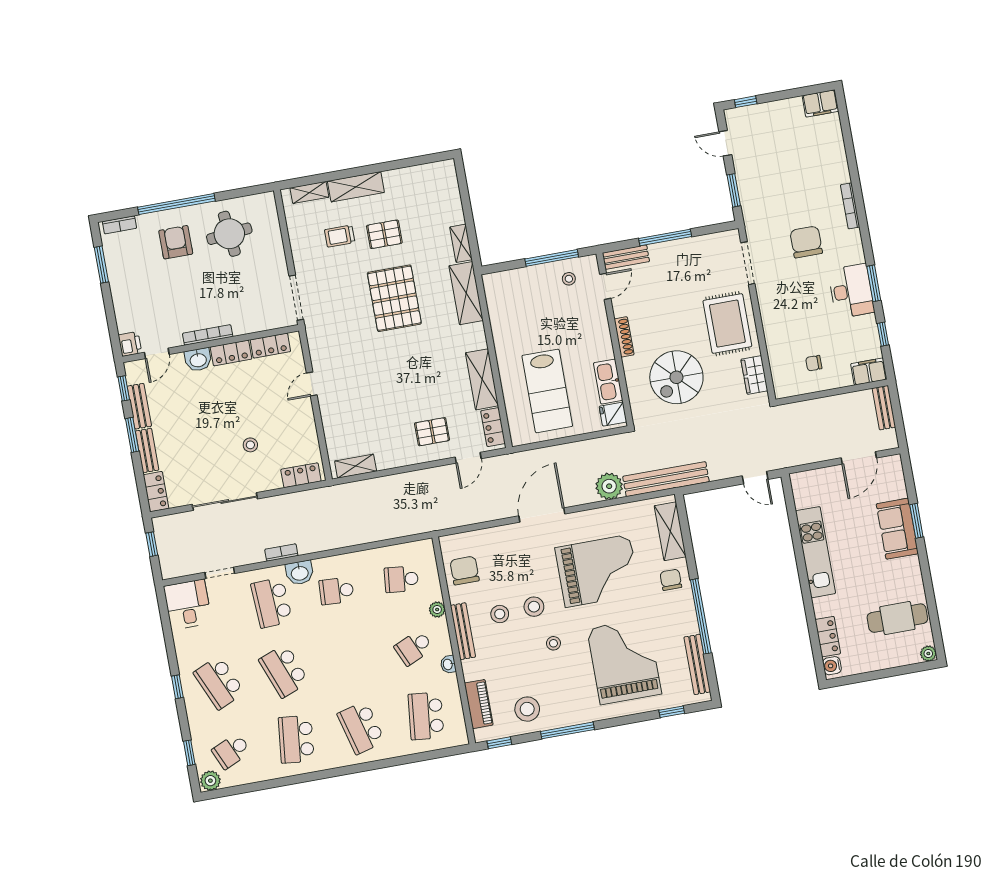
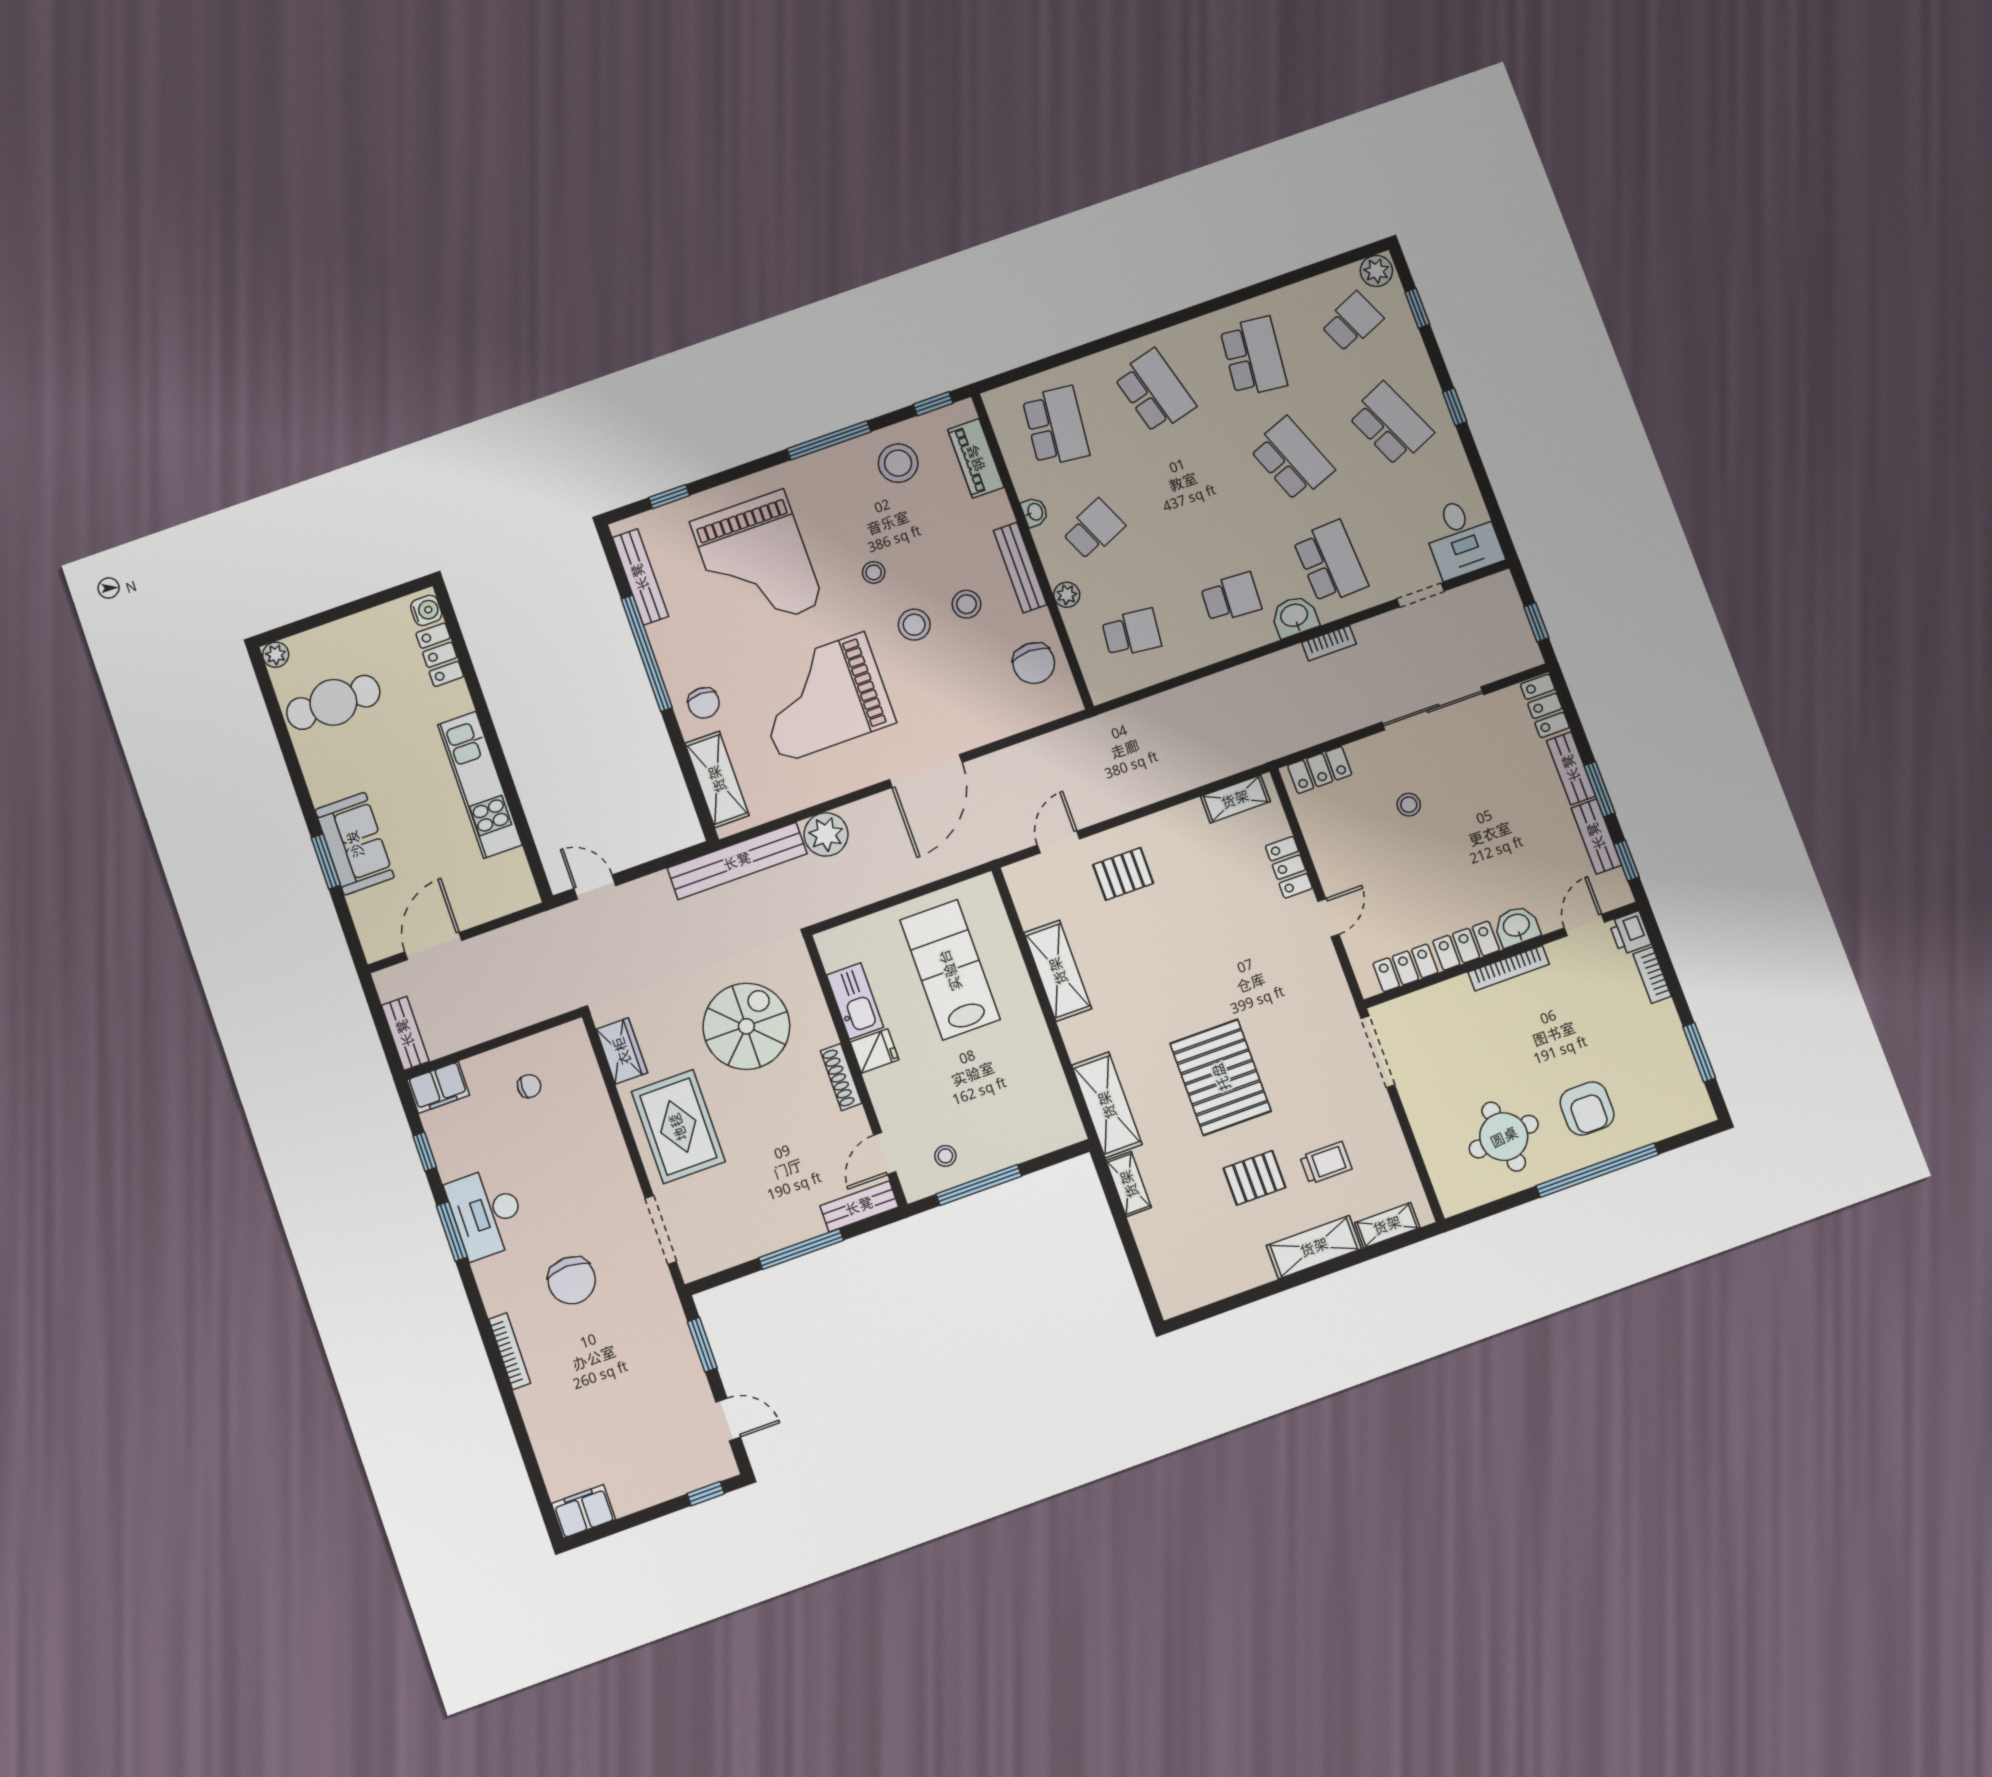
bookcase: (119, 225) -> (1652, 975), moved, turned -90
fridge: (613, 414) -> (874, 1051), moved
locker: (493, 427) -> (1289, 867), moved, turned 180

